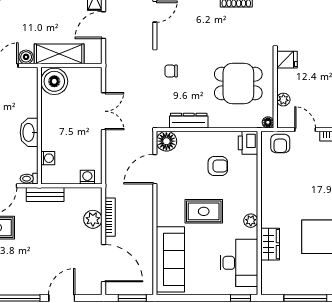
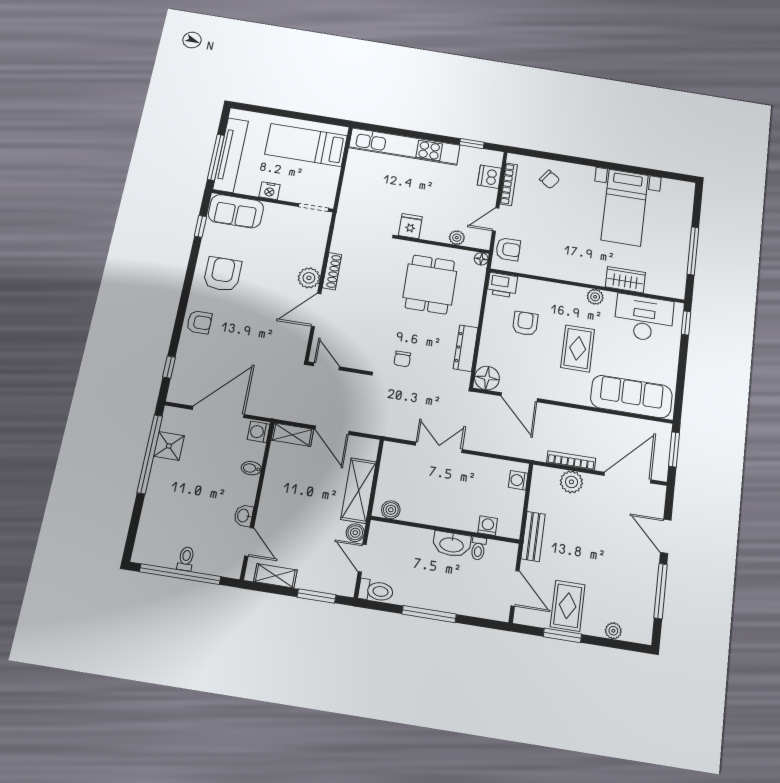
boiler: (54, 81) -> (391, 510), width x0.54, depth x0.54
toilet: (29, 179) -> (478, 549), moved

